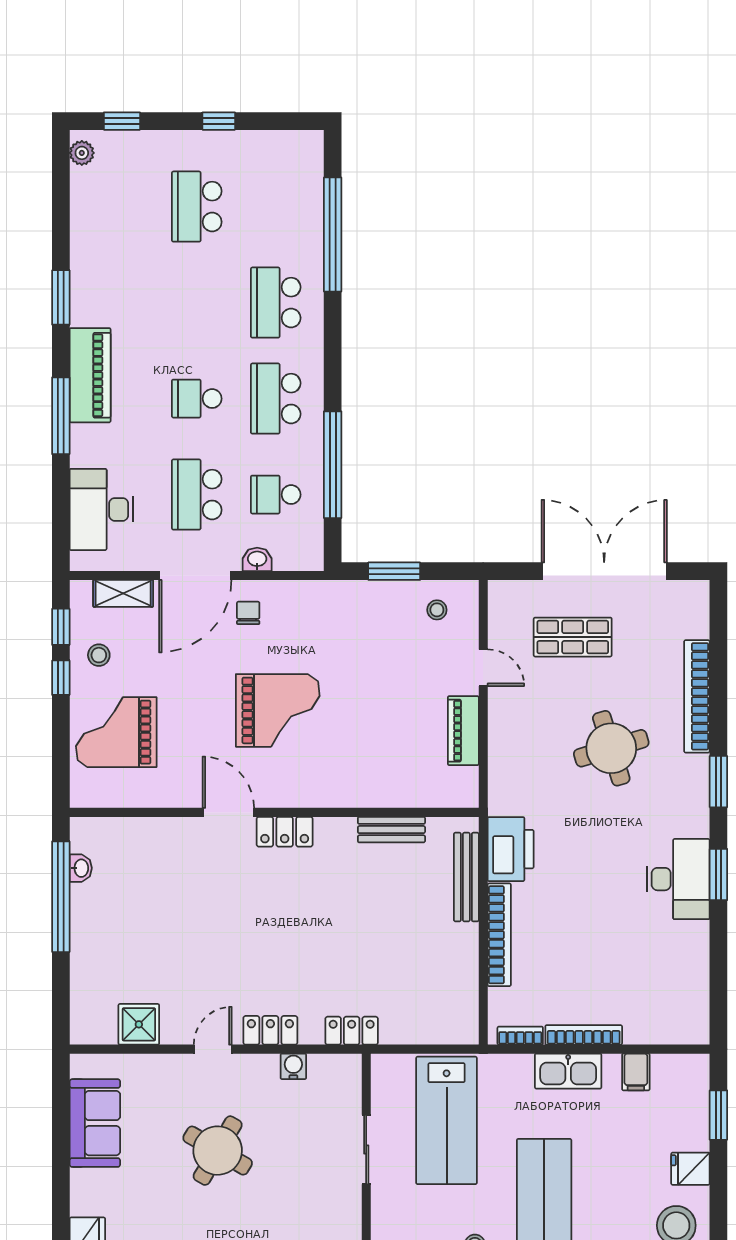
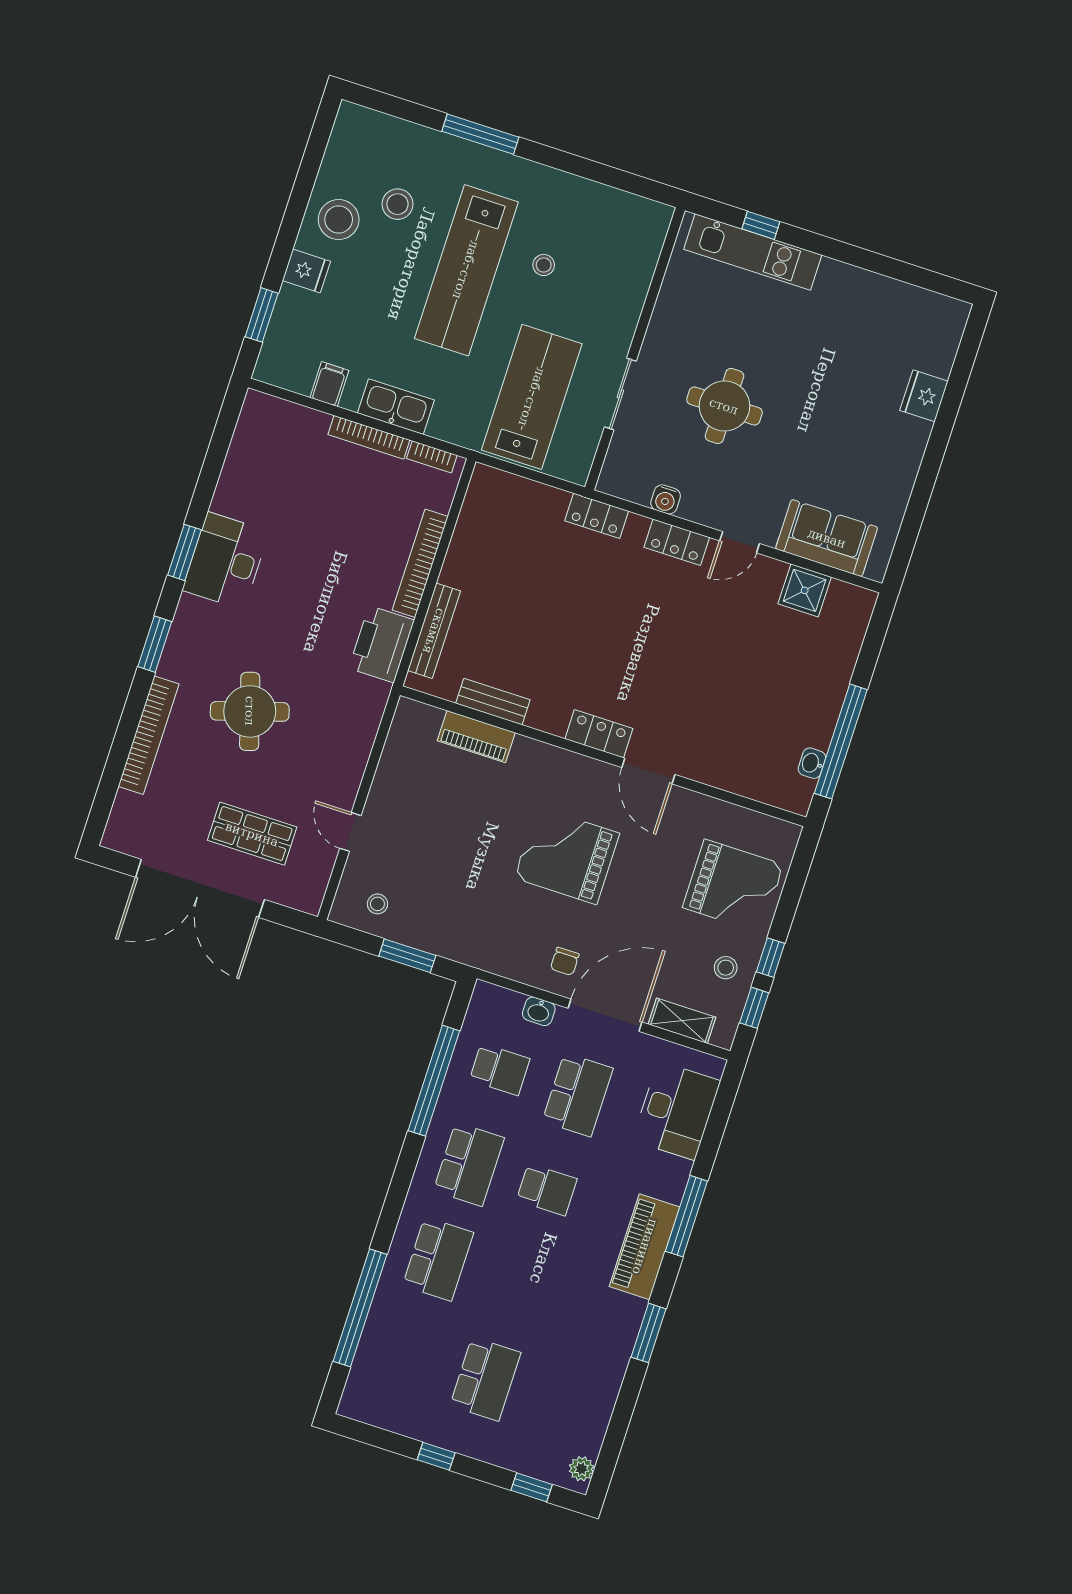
piano: (463, 731) -> (476, 737), moved, turned 90
sofa: (95, 1123) -> (827, 538), moved, turned 90
round table: (218, 1151) -> (724, 406), moved, turned -30

